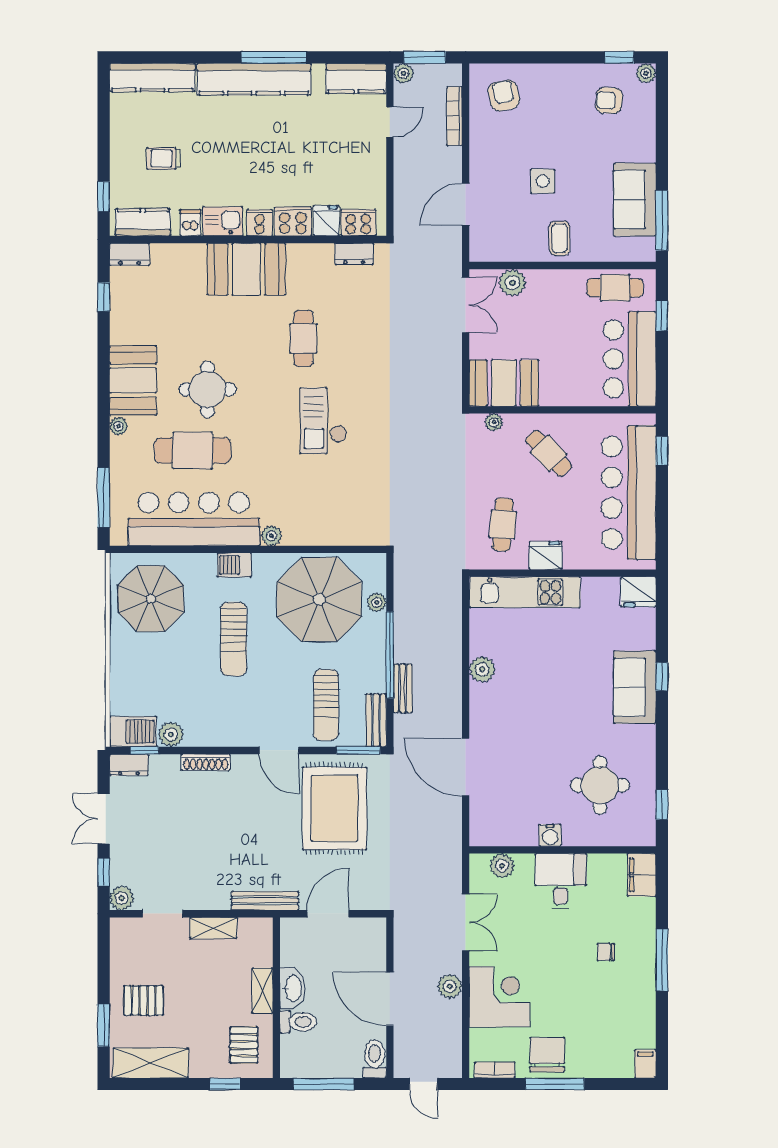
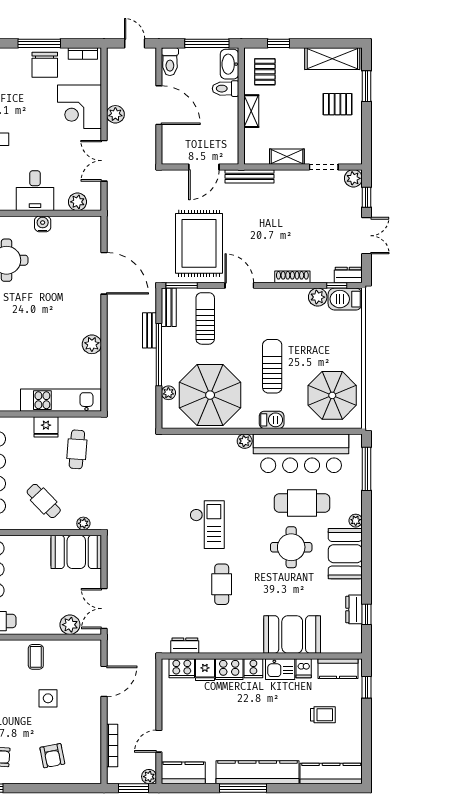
armchair: (504, 96) -> (52, 756), moved
dresser: (129, 254) -> (354, 609), moved, turned -90
booth: (246, 269) -> (292, 634), moved
washbasin: (293, 988) -> (229, 64), moved

